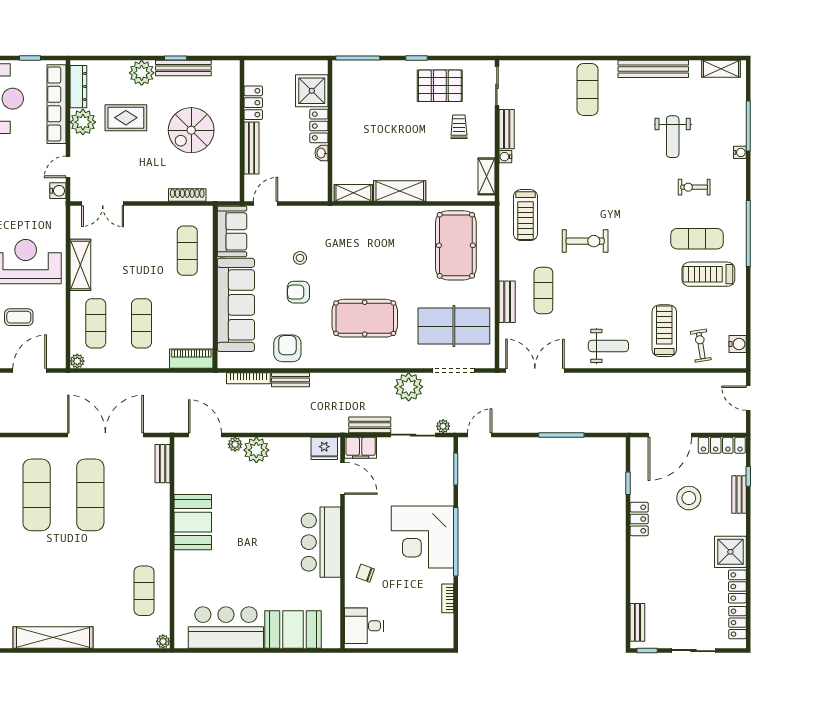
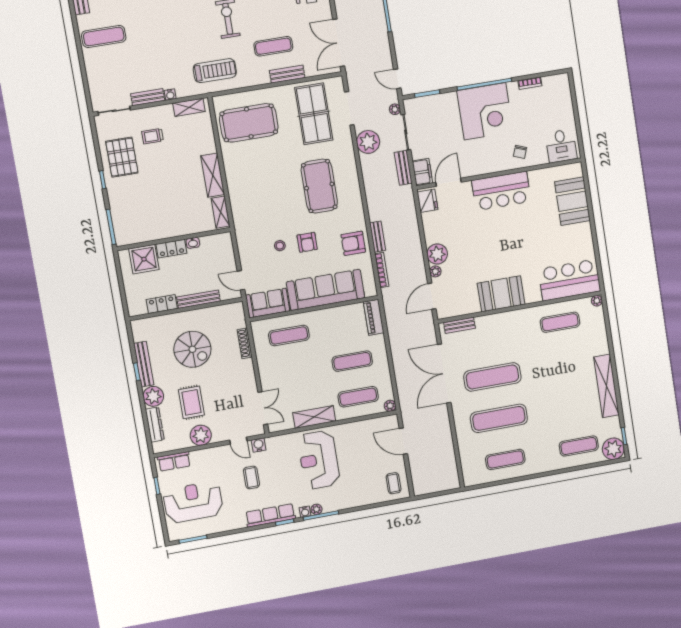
dresser: (78, 87) -> (155, 425), moved, turned 90
row of seats: (56, 104) -> (174, 461), width x0.50
coffee table: (19, 317) -> (251, 477), moved
bar counter: (226, 628) -> (570, 280), moved, turned 90

